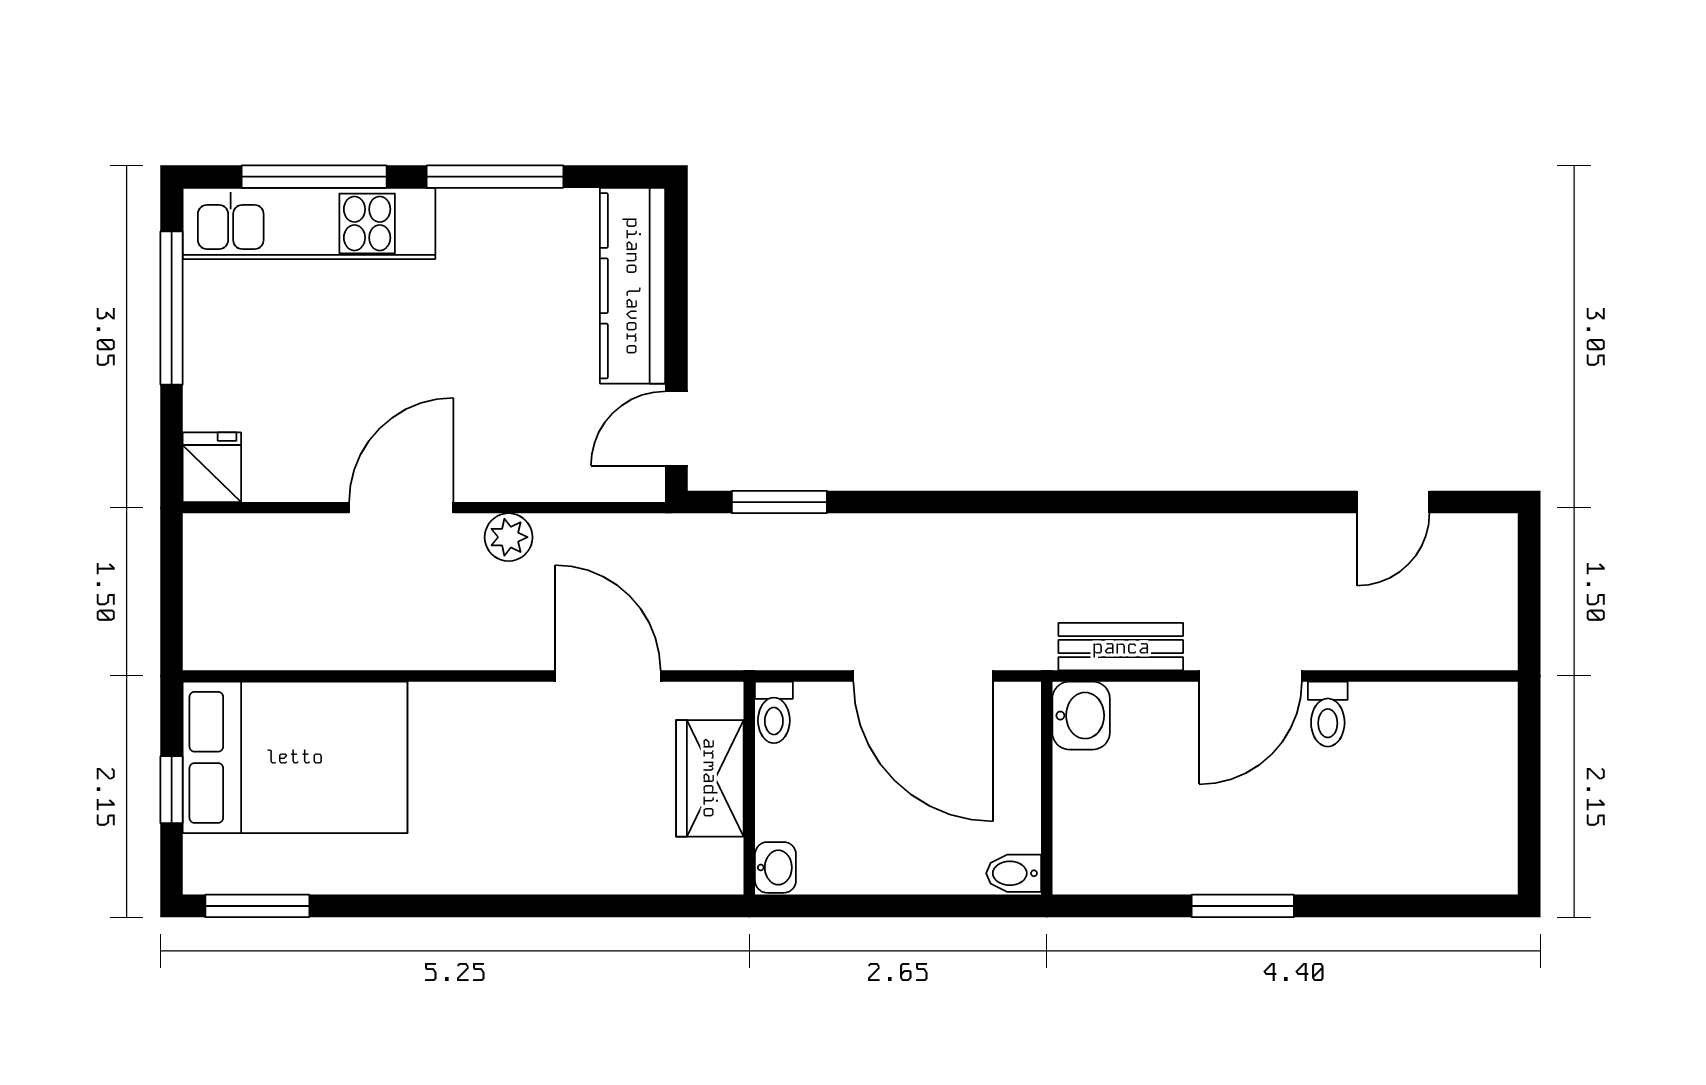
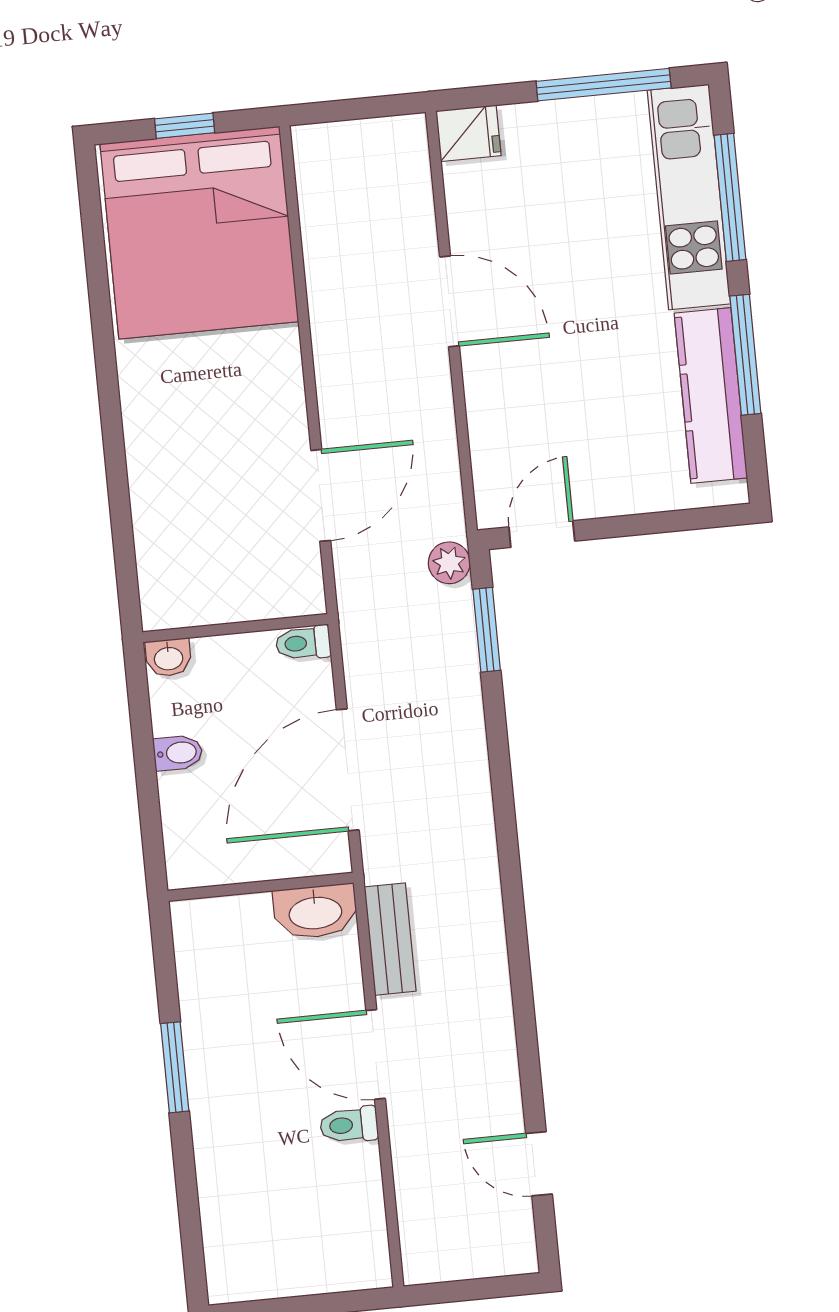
kitchen counter: (633, 286) -> (711, 396), moved, turned -90
door: (676, 429) -> (542, 534), hinge flipped
plant: (509, 537) -> (449, 563), moved
washbasin: (1081, 716) -> (315, 912), width x1.38
bed: (295, 757) -> (199, 233), width x1.36
wardrobe: (710, 778) -> (240, 593), removed
bidet: (1014, 873) -> (178, 753), moved, turned 90
window: (257, 906) -> (91, 210), removed

